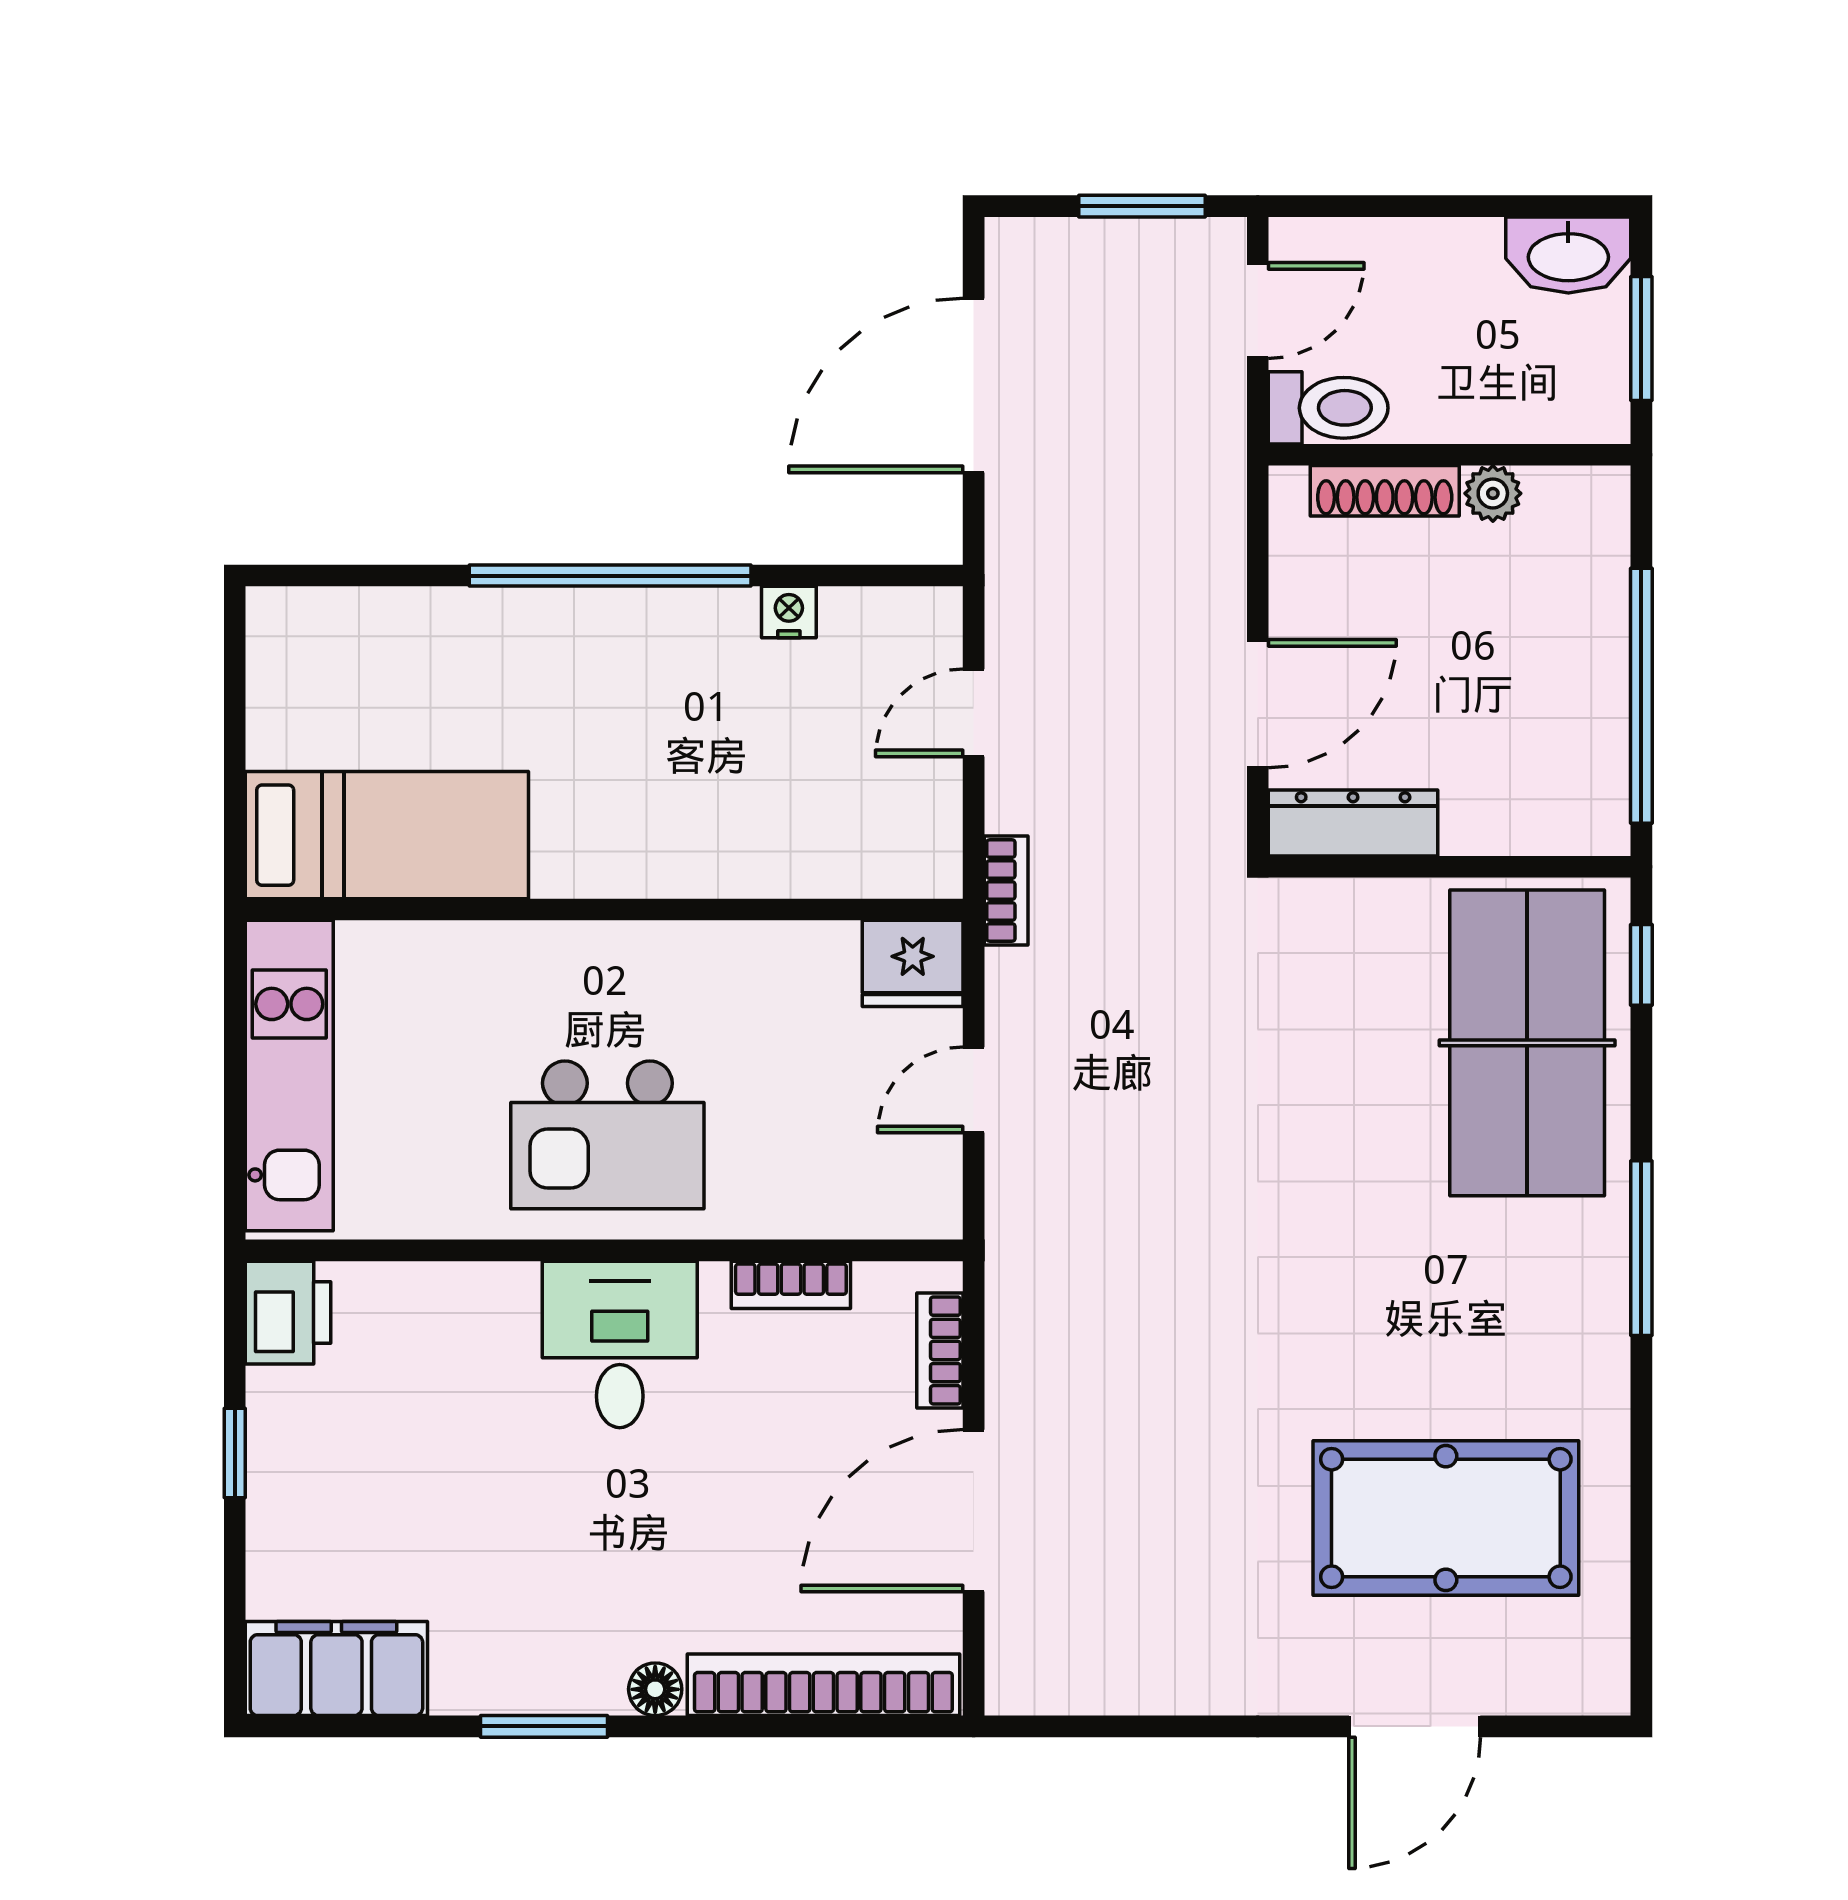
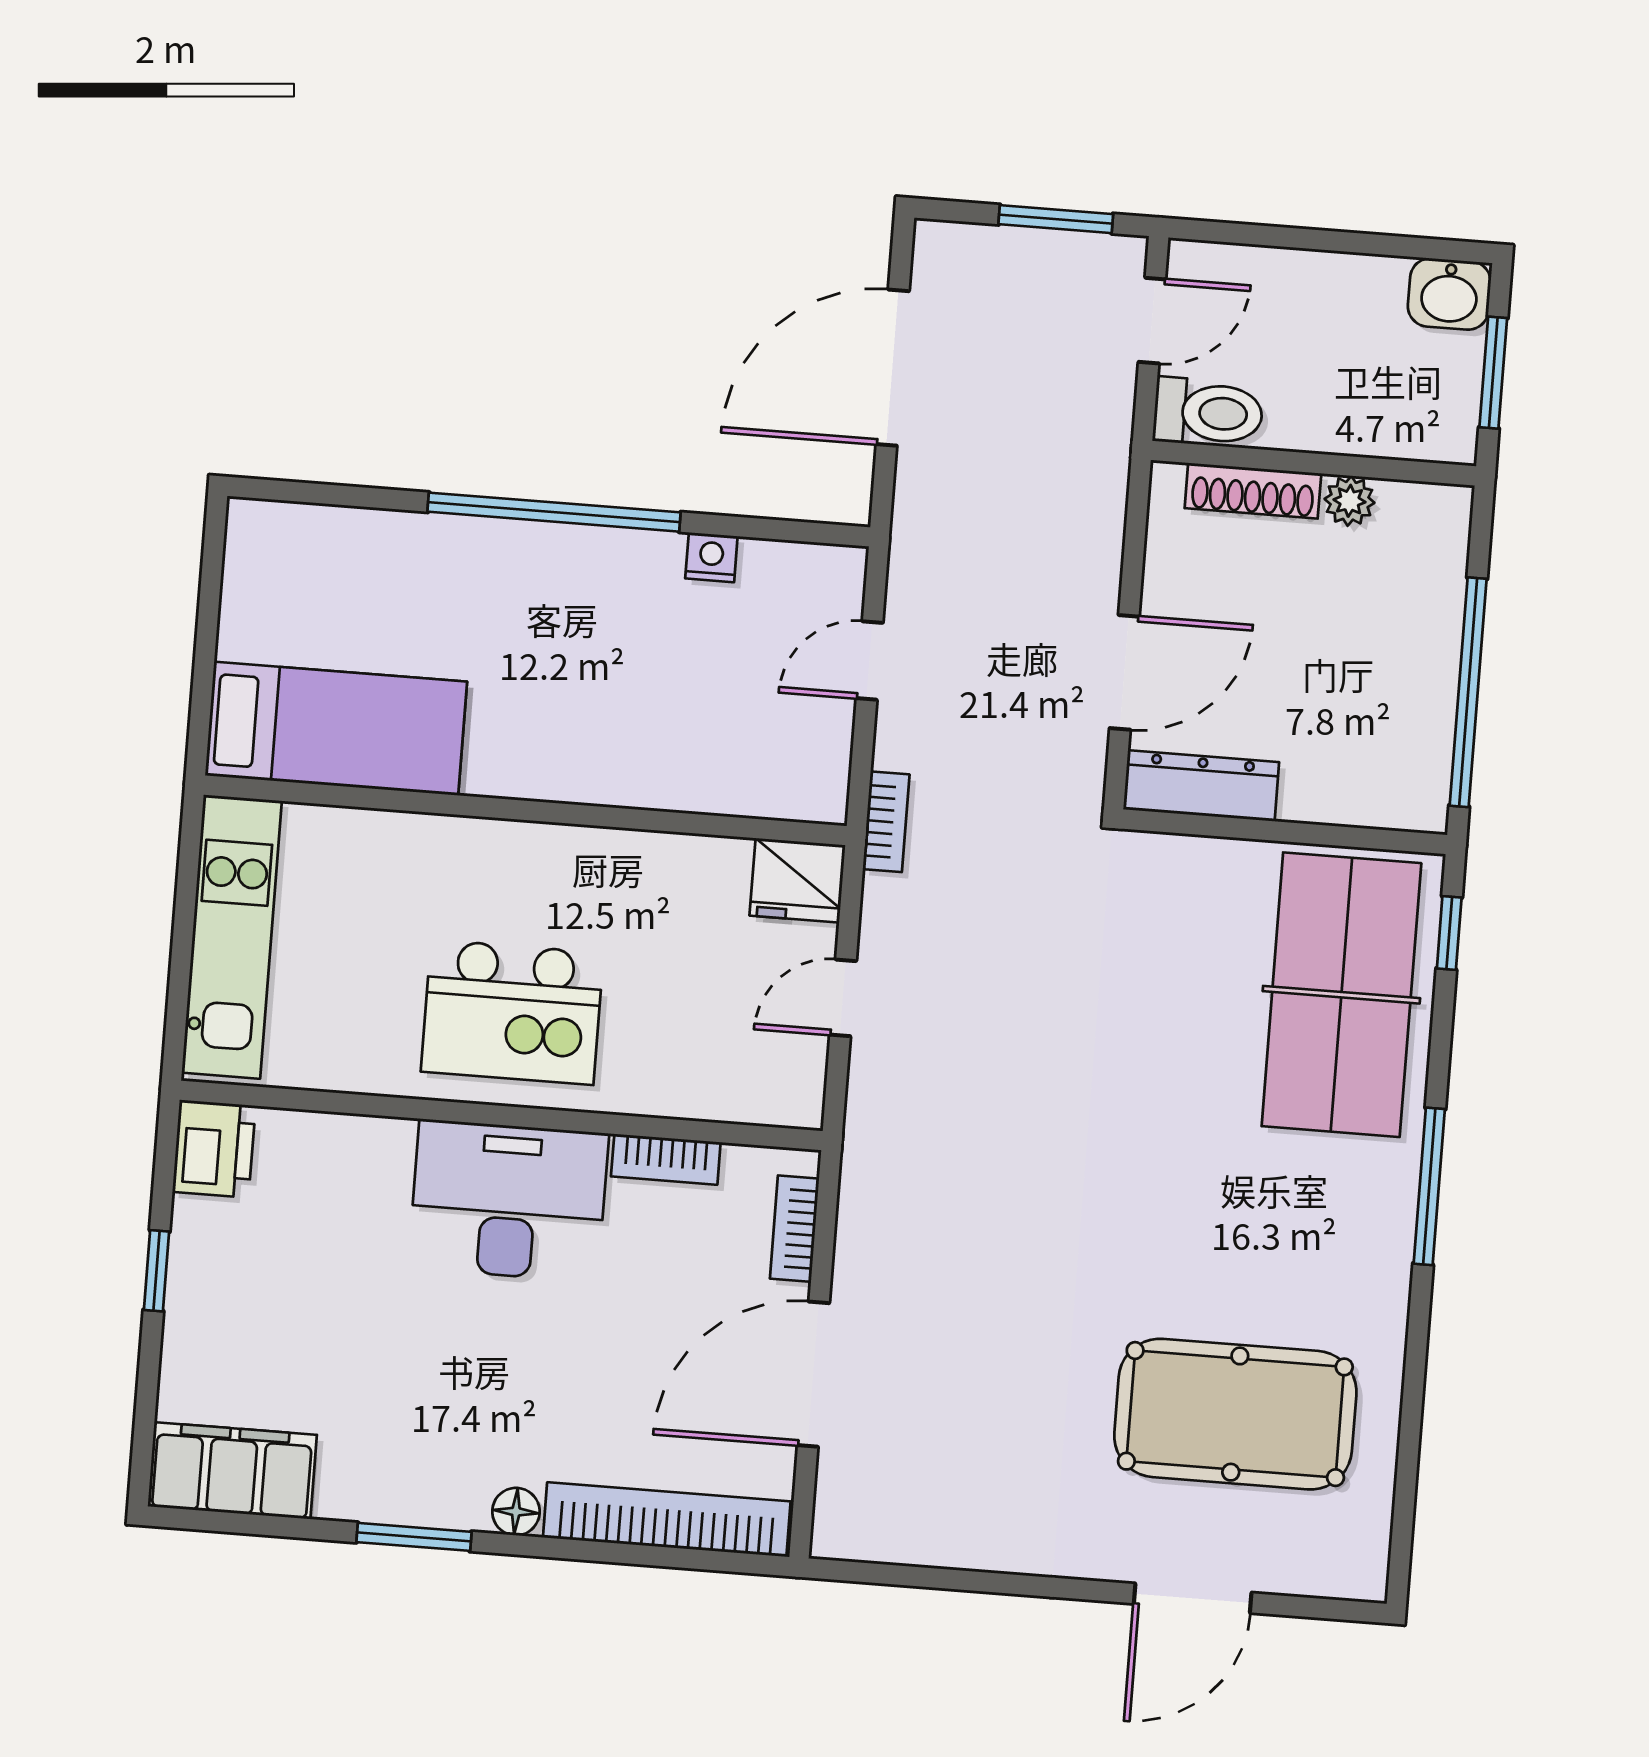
washbasin: (1568, 255) -> (1449, 294), width x0.72
desk: (620, 1344) -> (508, 1201), width x1.37

